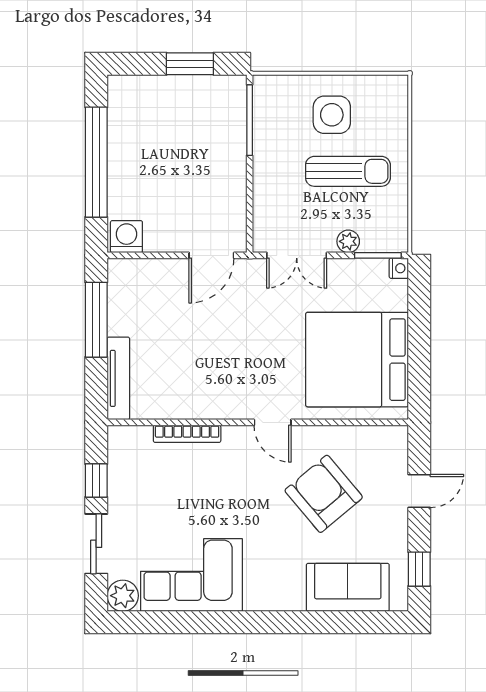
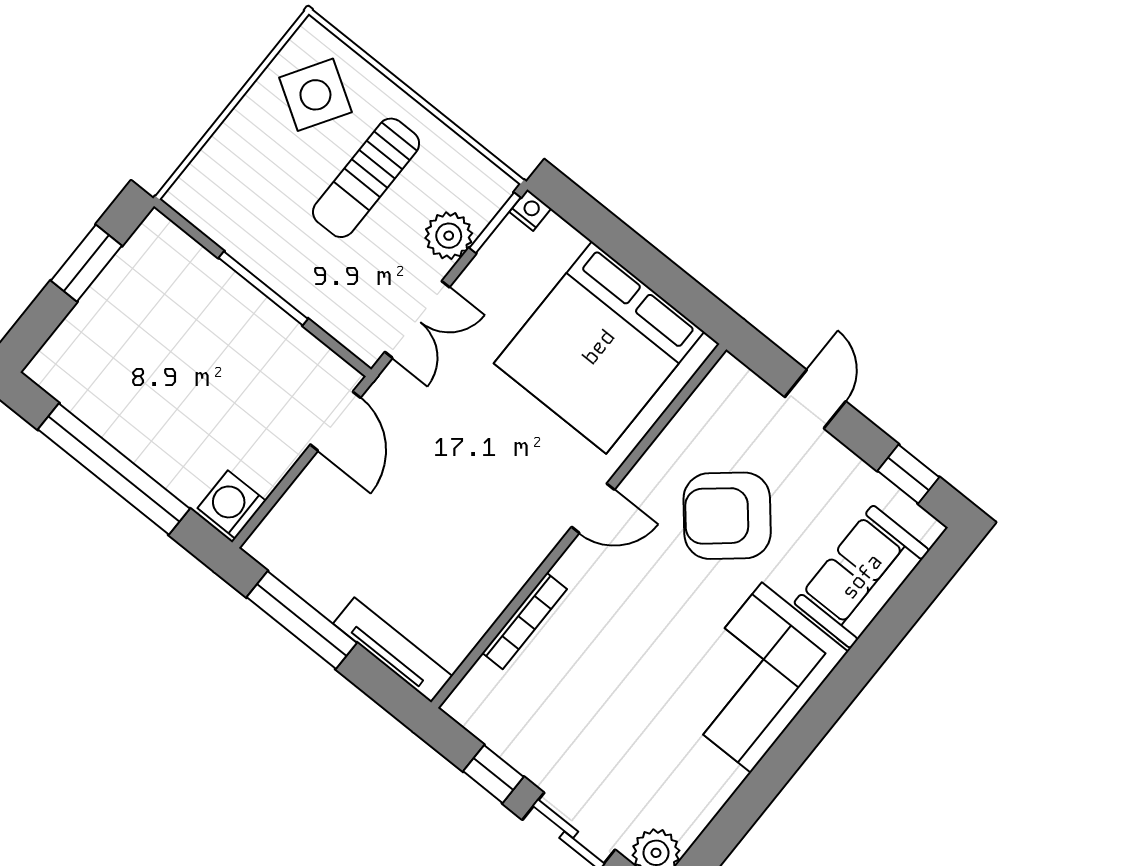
side table: (332, 115) -> (315, 95), moved, turned 32
window: (250, 120) -> (263, 288), moved
sun lounger: (348, 171) -> (366, 178), turned 180
plant: (348, 241) -> (449, 236), width x1.38, depth x1.38
corner sofa: (191, 575) -> (756, 677), moved

